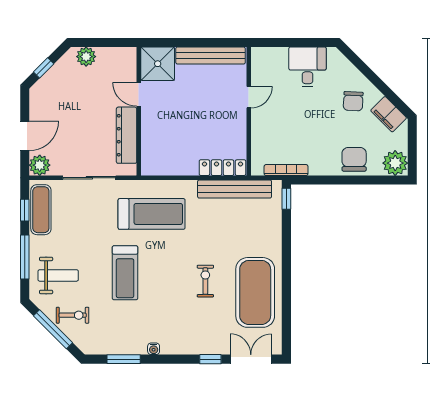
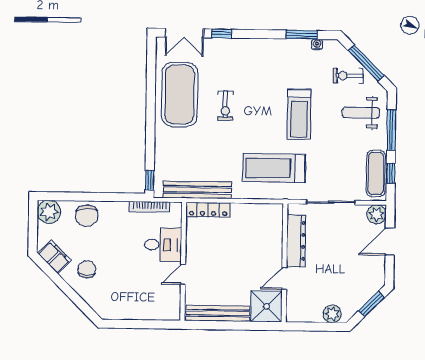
desk: (308, 67) -> (163, 245), moved, turned -90
window: (44, 68) -> (372, 304), width x1.50
door: (139, 94) -> (284, 278), swing flipped
treadmill: (125, 273) -> (299, 114), turned 180
water cooler: (154, 349) -> (317, 44), moved

